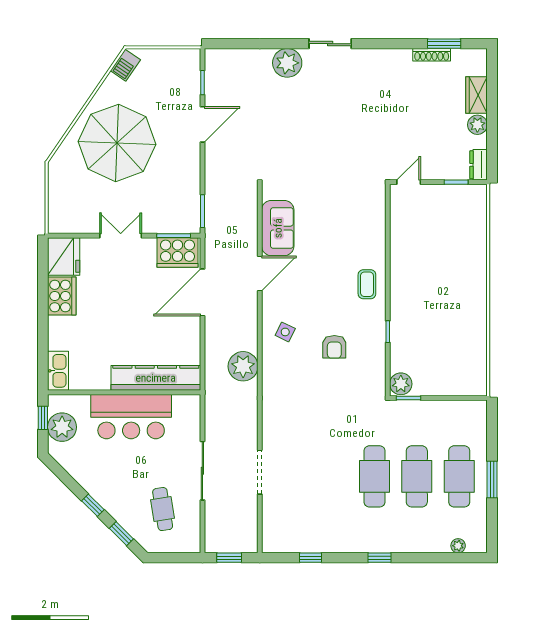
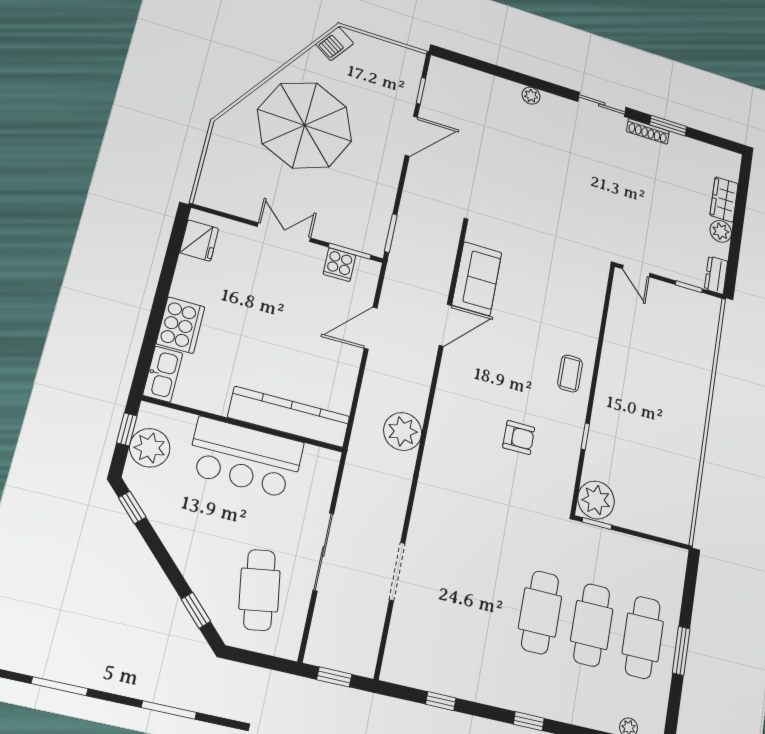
sliding door: (330, 44) -> (602, 104), moved
window: (444, 44) -> (668, 126), moved
shoe rack: (432, 55) -> (648, 131), moved
plant: (287, 63) -> (531, 96), width x0.53, depth x0.53
door: (409, 182) -> (636, 271), swing flipped
cooker: (178, 253) -> (339, 265), width x0.53, depth x0.76
fridge: (64, 256) -> (199, 241), width x0.73, depth x0.75
door: (202, 292) -> (371, 328), width x0.73
cooker: (62, 296) -> (181, 325), moved
side table: (285, 332) -> (463, 403), removed
armchair: (334, 347) -> (519, 438), turned -90
plant: (401, 384) -> (596, 500), width x1.36, depth x1.36
window: (93, 505) -> (132, 507), moved
cafe table: (163, 509) -> (260, 590), width x1.37, depth x1.35

